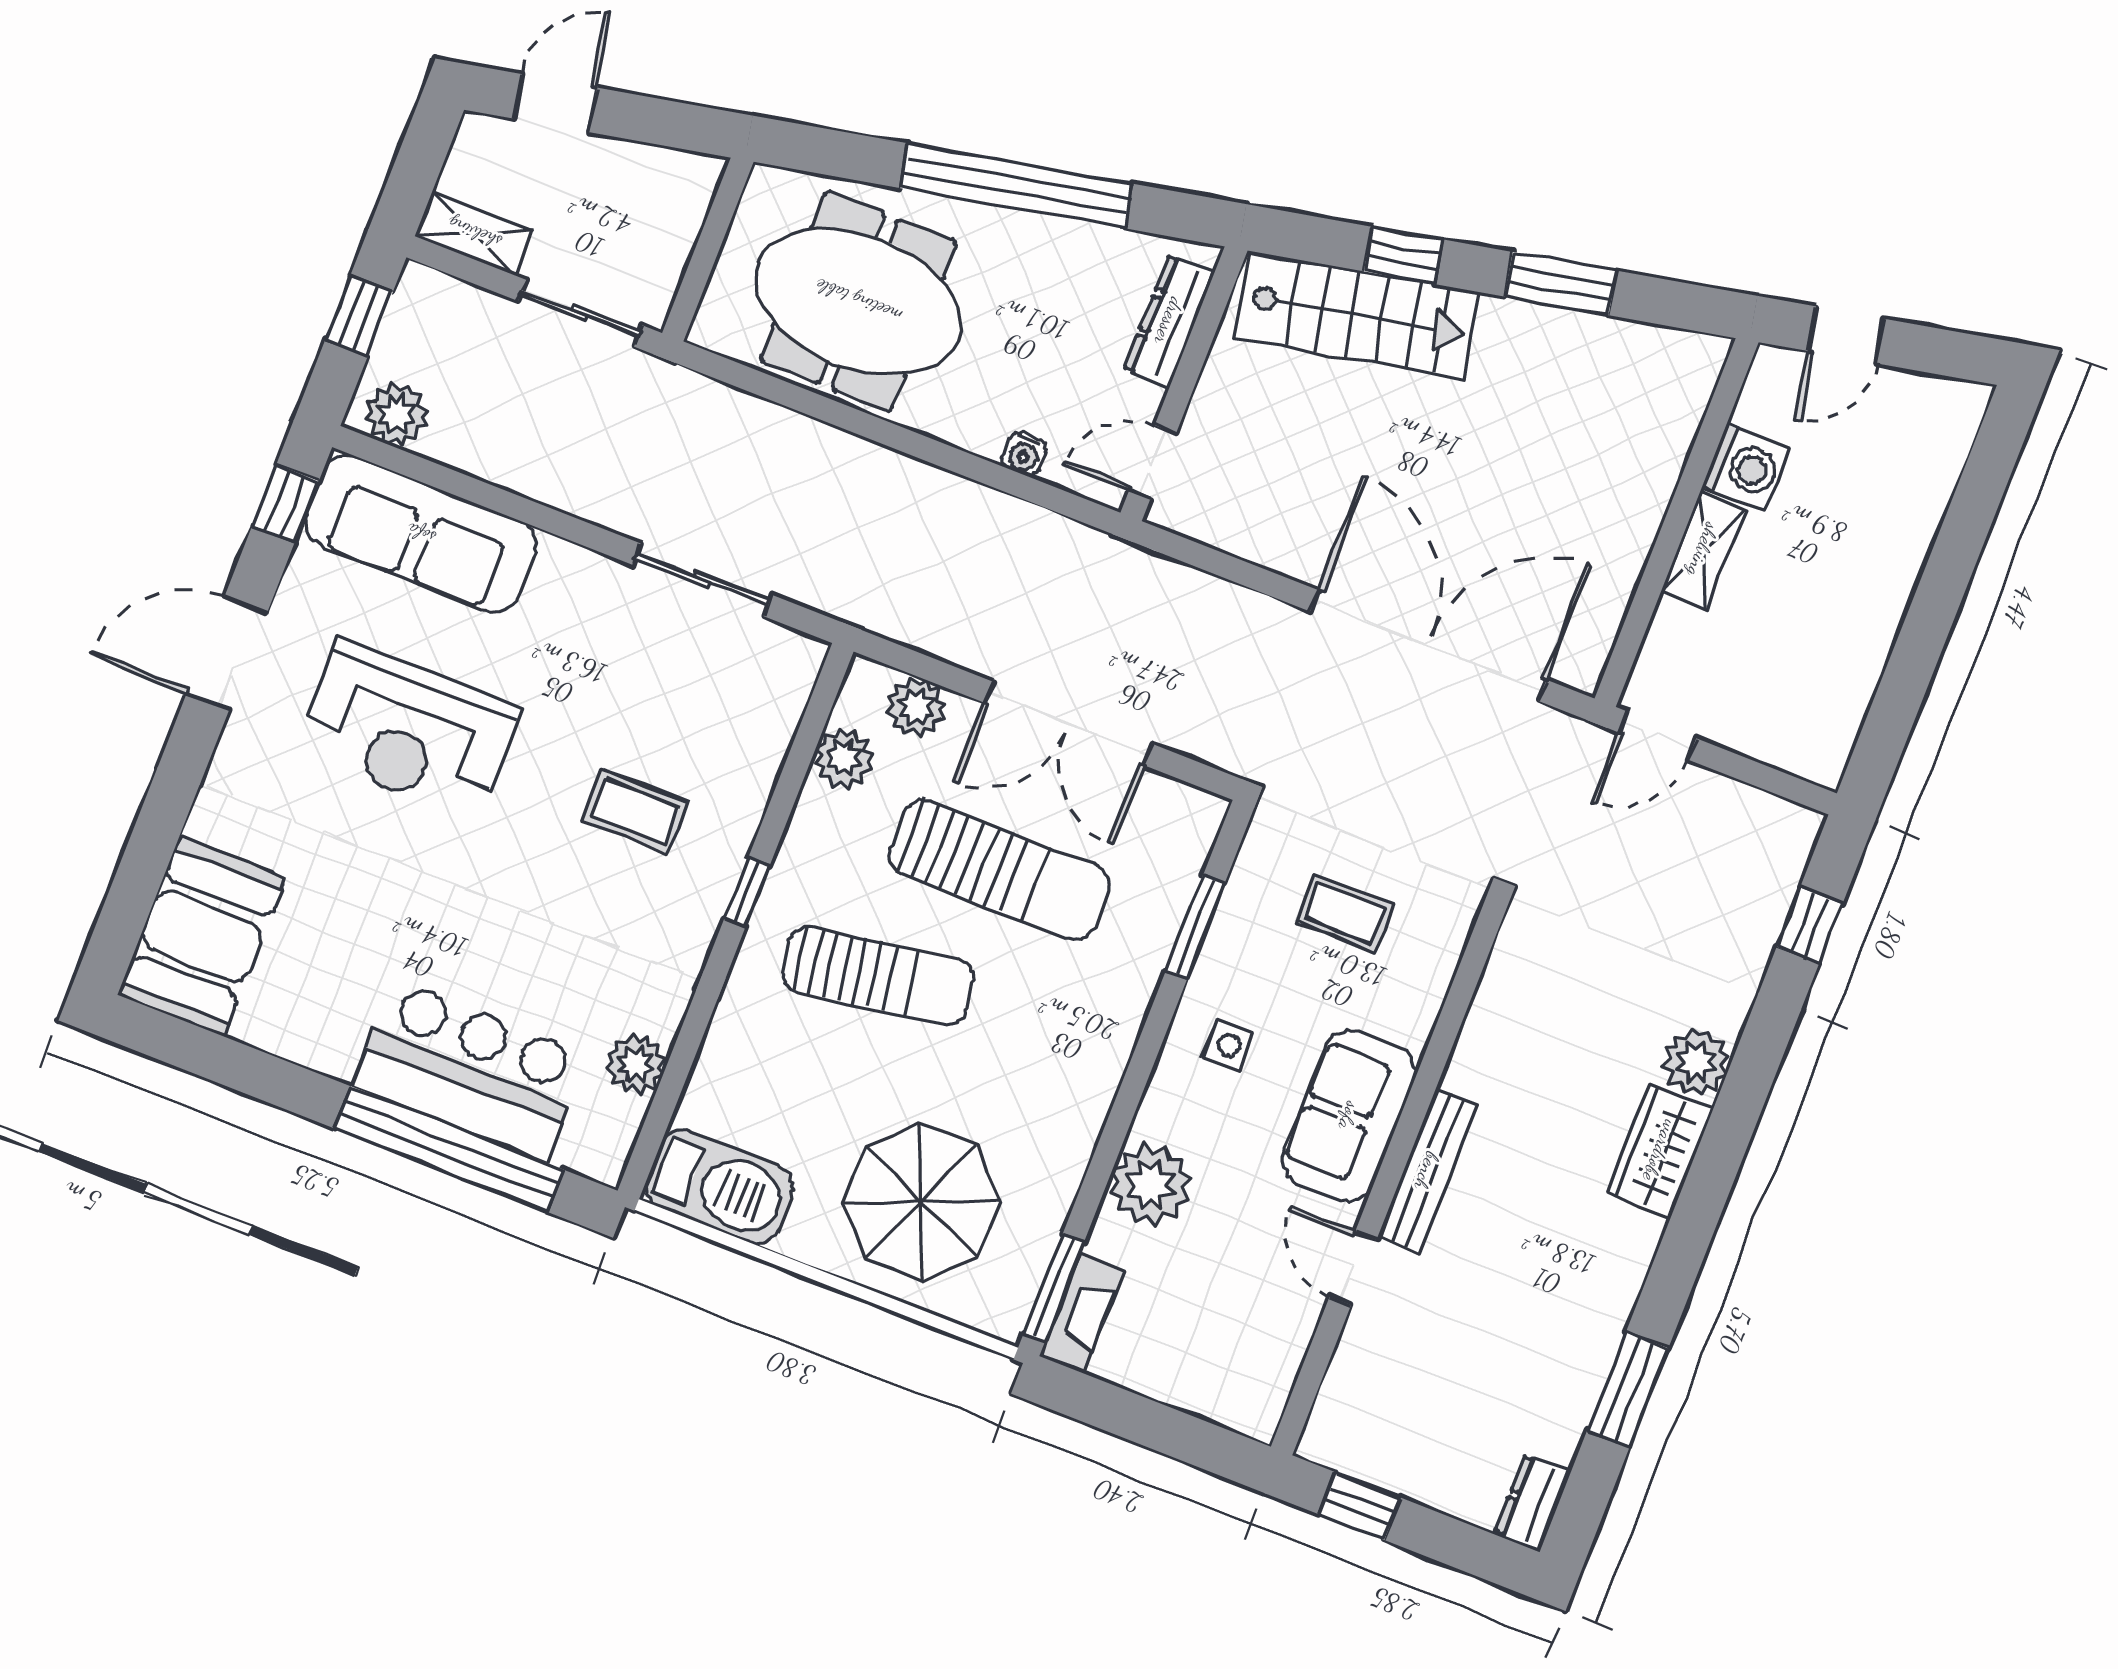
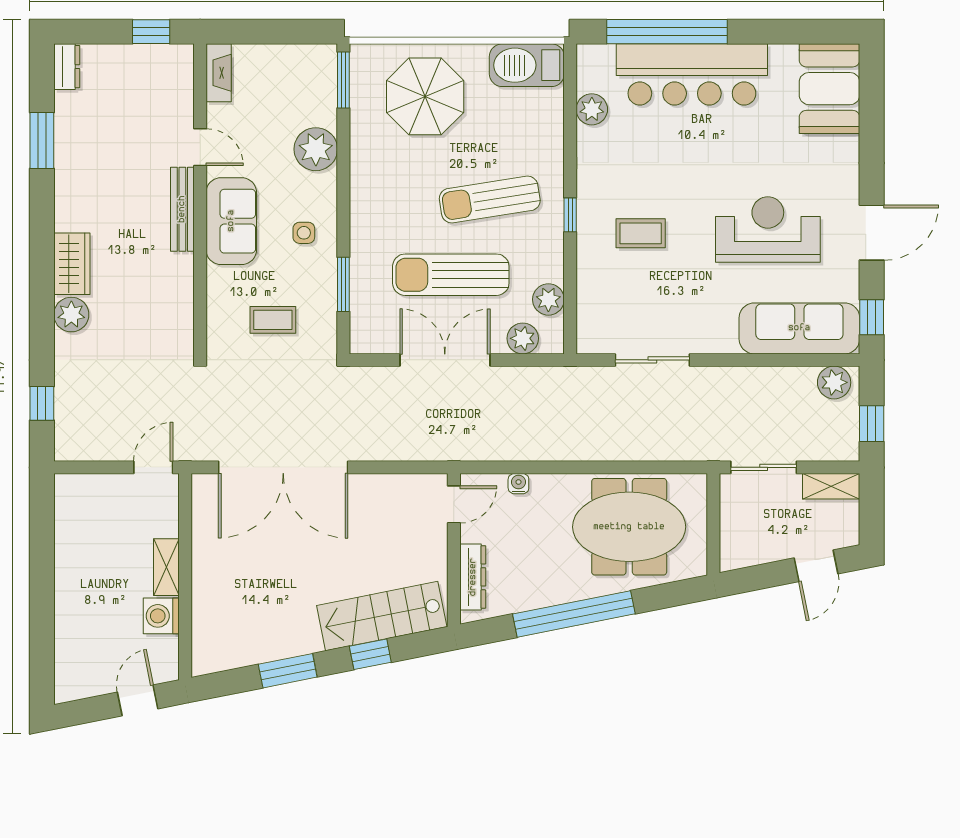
bar counter: (470, 1070) -> (692, 74), width x1.36
fireplace: (1081, 1313) -> (219, 73), moved, turned 180

